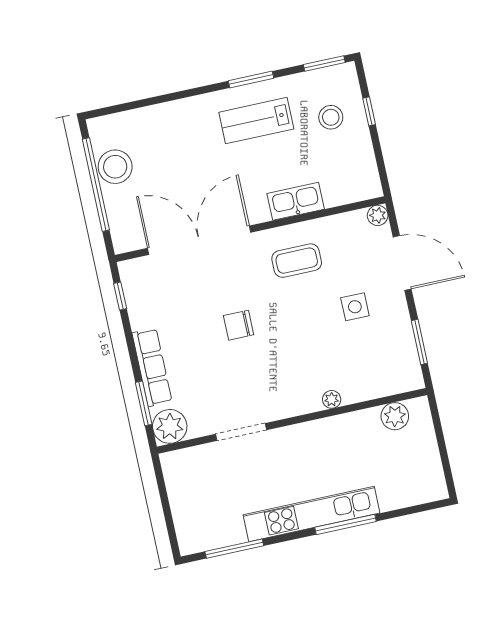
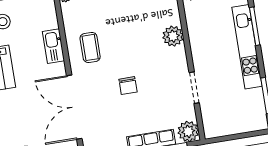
side table: (355, 307) -> (121, 13), removed
plant: (332, 399) -> (173, 36), width x1.87, depth x1.87

